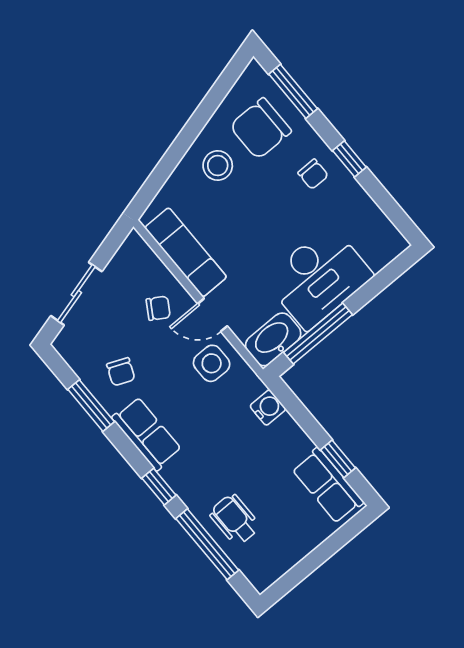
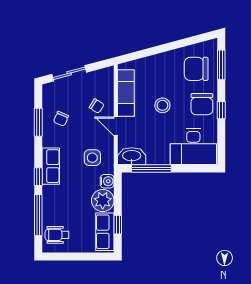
stool: (218, 166) -> (162, 105), moved
chair: (313, 174) -> (202, 104), width x1.87, depth x1.87
desk: (318, 277) -> (193, 147), moved
side table: (212, 363) -> (92, 158), moved
row of seats: (147, 434) -> (51, 166), moved
plant: (285, 442) -> (103, 201), added
wheelchair: (235, 520) -> (57, 235), moved, turned -90

